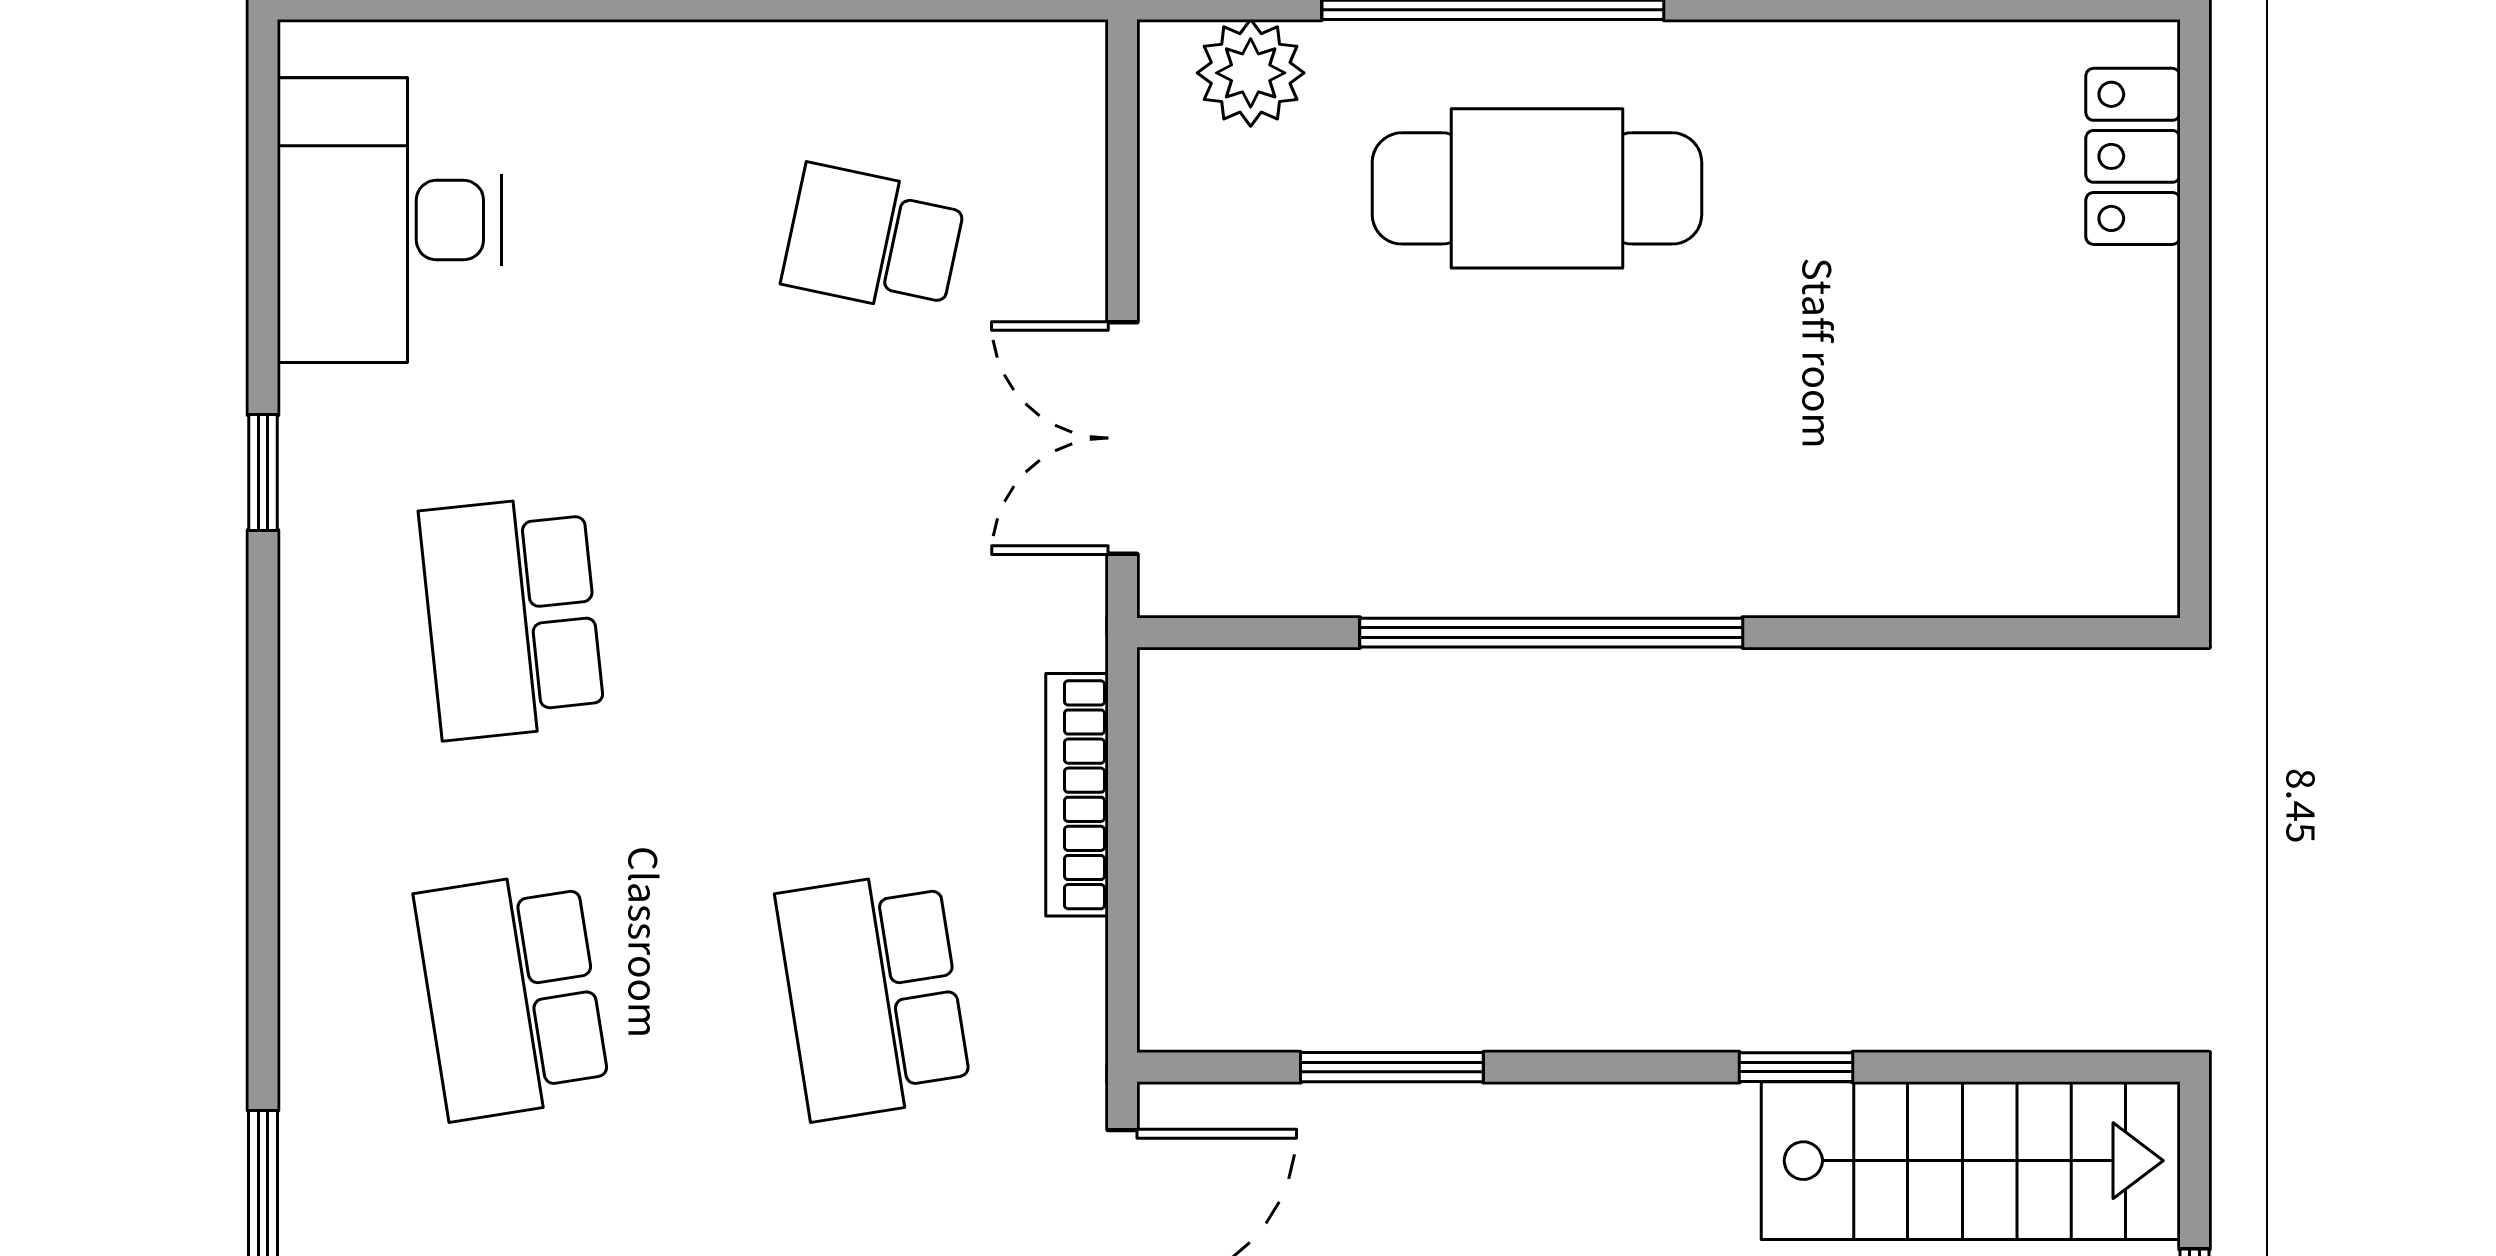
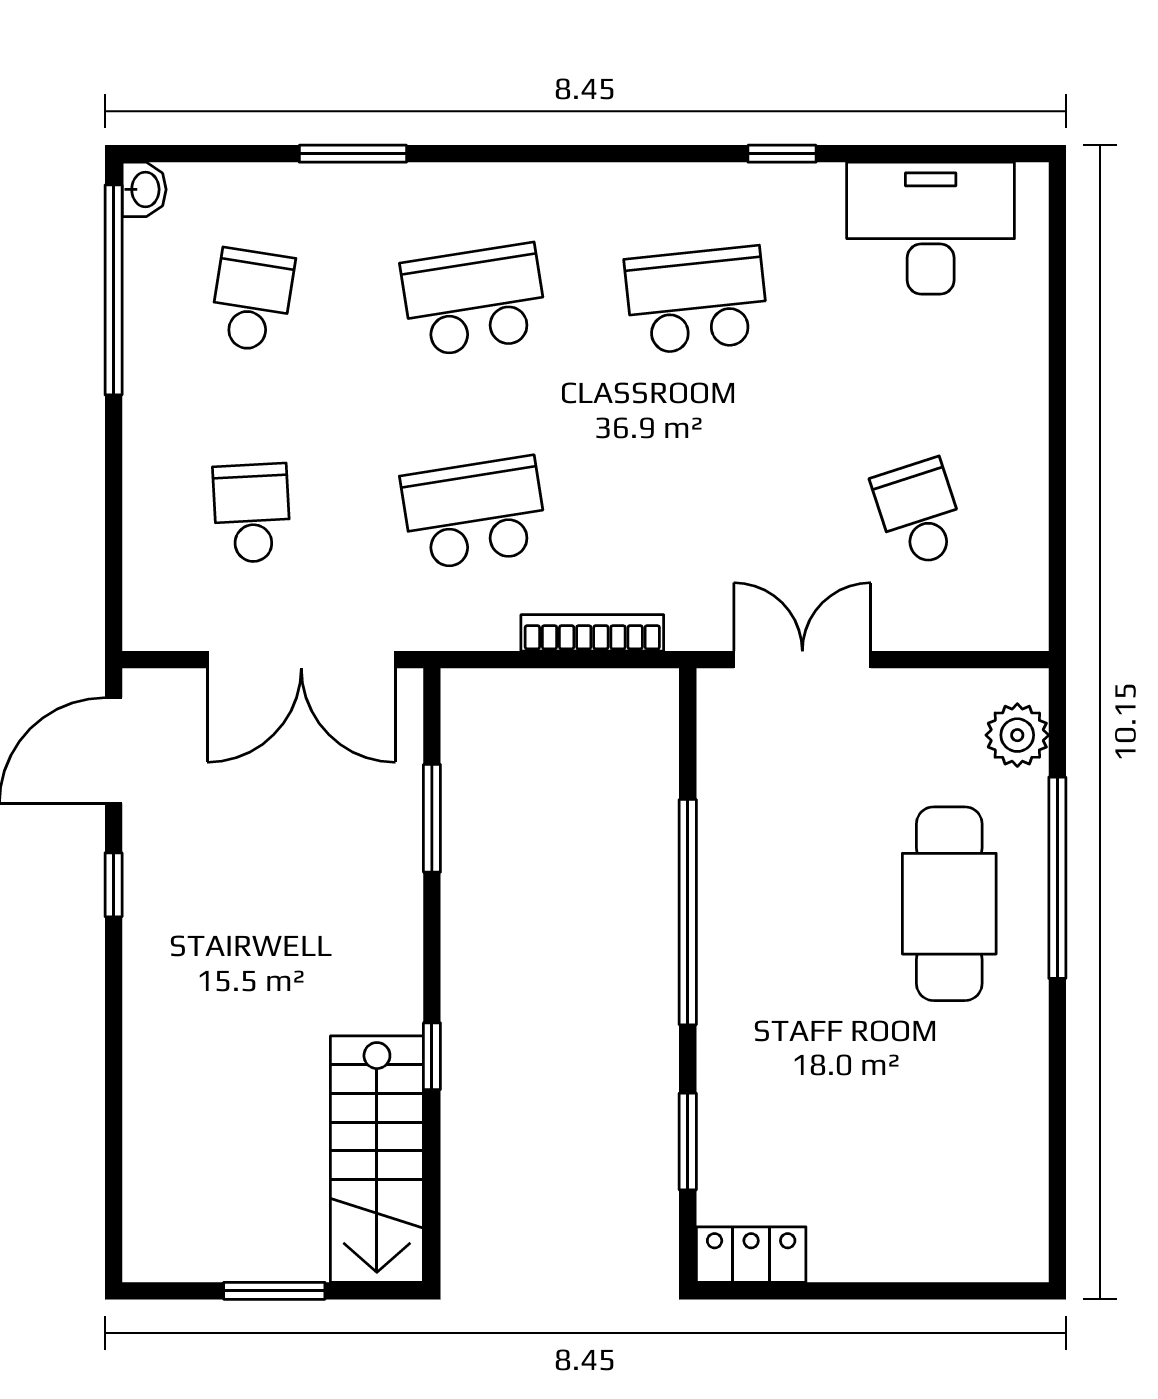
locker: (2133, 156) -> (751, 1255), moved
school desk: (874, 240) -> (919, 513), turned -30
window: (1941, 633) -> (688, 1141), added

